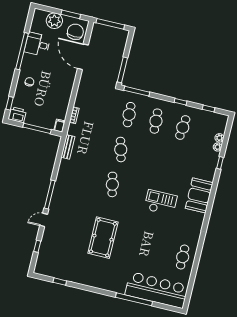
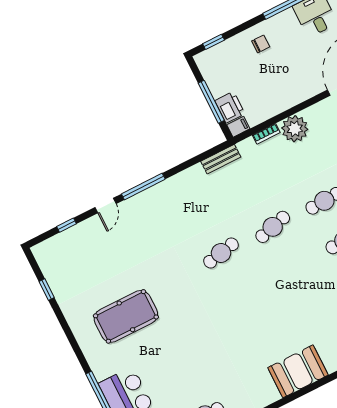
plant: (83, 100) -> (295, 129), added
printer: (17, 115) -> (230, 107), moved
checkout: (161, 203) -> (249, 331), removed
door: (44, 220) -> (106, 205), swing flipped
pool table: (103, 238) -> (126, 316), moved

